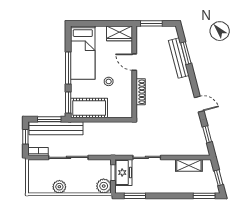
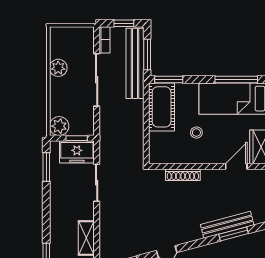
door: (134, 62) -> (236, 166), moved
window: (68, 68) -> (236, 80), moved

